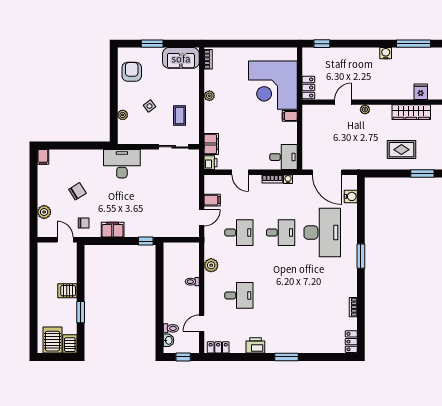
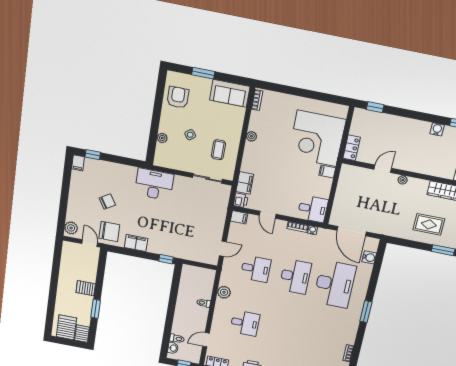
window: (57, 145) -> (93, 155), added
filing cabinet: (212, 200) -> (239, 217), moved
plant: (44, 212) -> (71, 228), moved
chair: (84, 223) -> (109, 231), width x1.87, depth x1.87
desk: (281, 233) -> (295, 276), width x1.37

